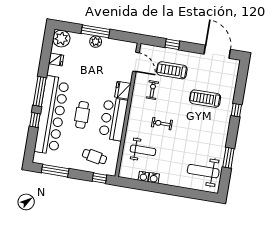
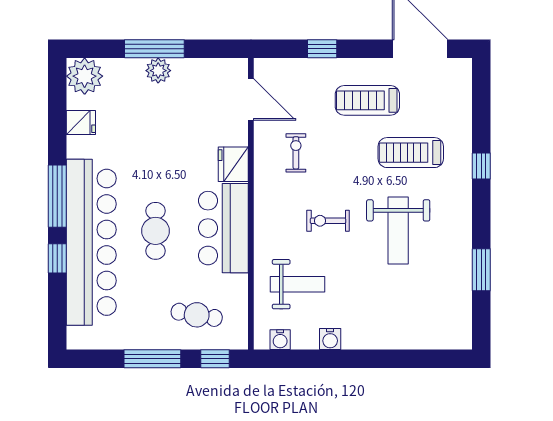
treadmill: (172, 70) -> (367, 100), moved
window: (55, 171) -> (152, 359), moved
weight bench: (203, 171) -> (398, 231), moved, turned -90
water cooler: (144, 176) -> (280, 340), moved

